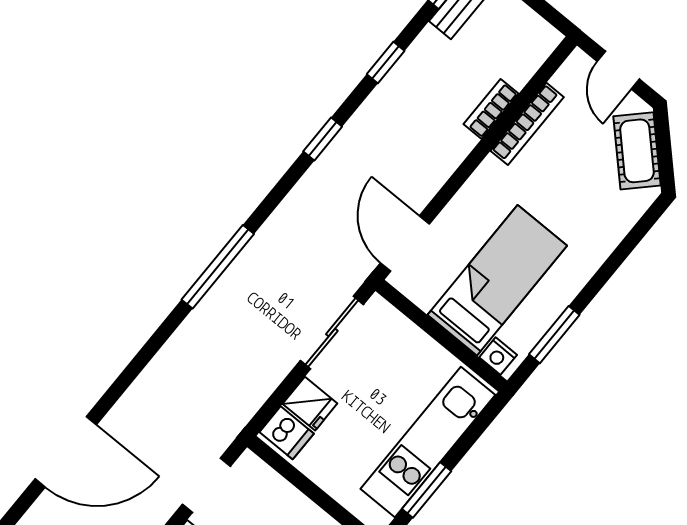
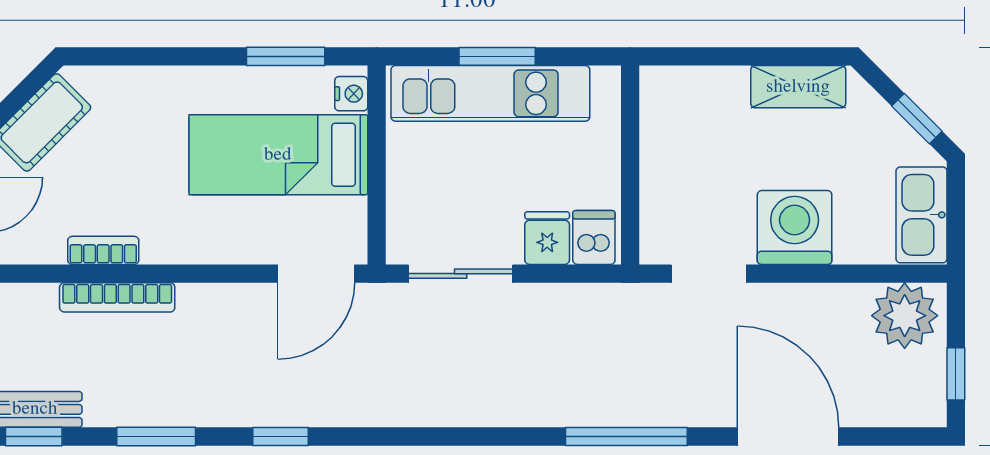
window: (386, 62) -> (156, 437), width x1.50
bookcase: (491, 109) -> (117, 297), width x1.56
bookcase: (527, 124) -> (103, 250), width x0.64
window: (218, 267) -> (626, 437), moved
window: (427, 490) -> (497, 56), moved

